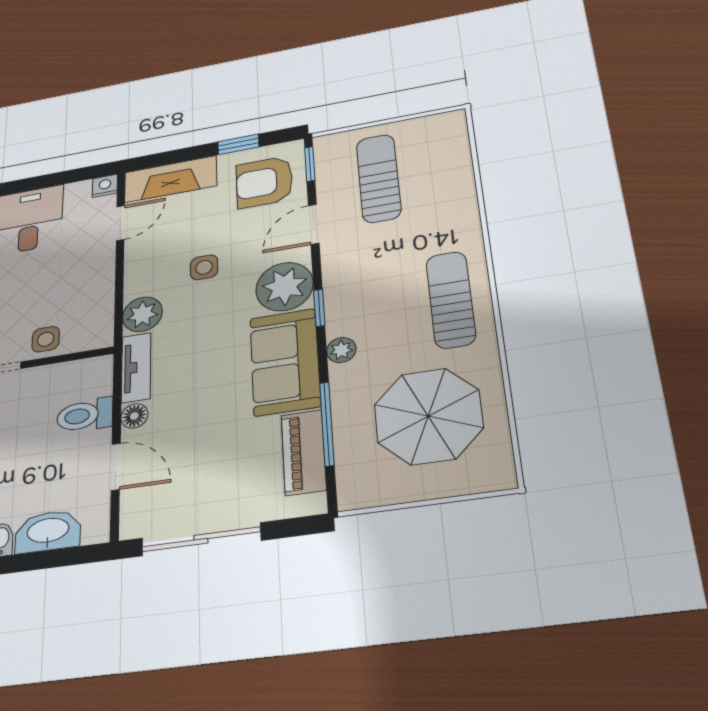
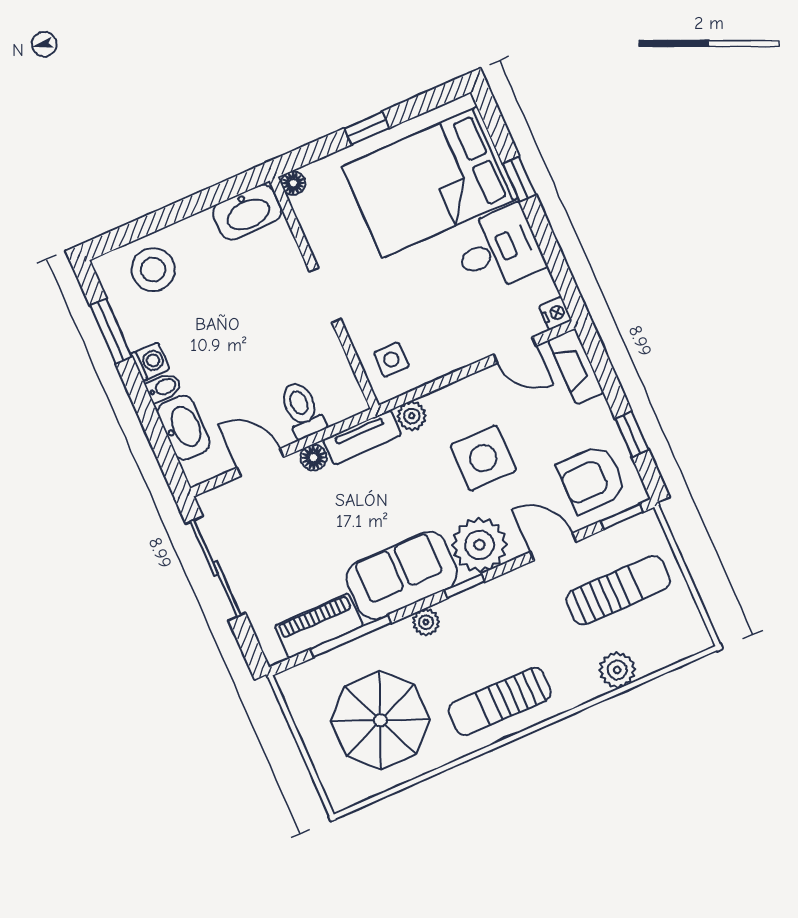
fireplace: (170, 179) -> (576, 366), width x0.73, depth x0.76
armchair: (264, 182) -> (592, 479), turned -90
plant: (457, 192) -> (617, 670), added
side table: (204, 267) -> (483, 458), width x1.87, depth x1.87
sun lounger: (451, 300) -> (500, 701), turned 180
plant: (142, 314) -> (412, 416), width x0.73, depth x0.73
side table: (46, 339) -> (391, 360), moved
door: (116, 467) -> (260, 462), swing flipped

